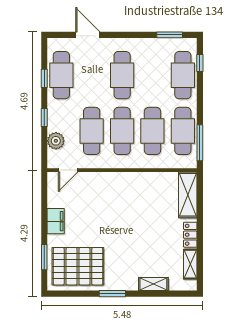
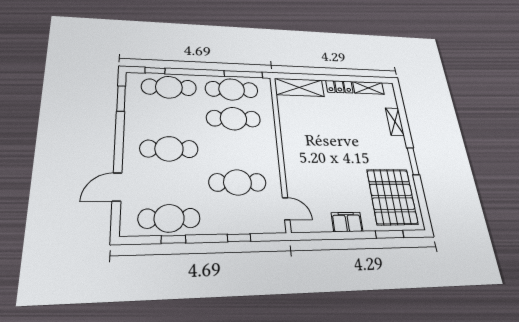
window: (44, 118) -> (239, 238), moved
cafe table: (122, 131) -> (235, 150), removed
plant: (56, 141) -> (252, 224), removed

